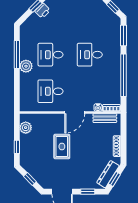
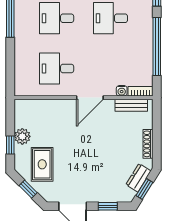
plant: (26, 66) -> (23, 34), removed
plant: (26, 128) -> (22, 136), moved
rug: (62, 146) -> (42, 164), moved
dresser: (108, 174) -> (138, 178), width x0.70

